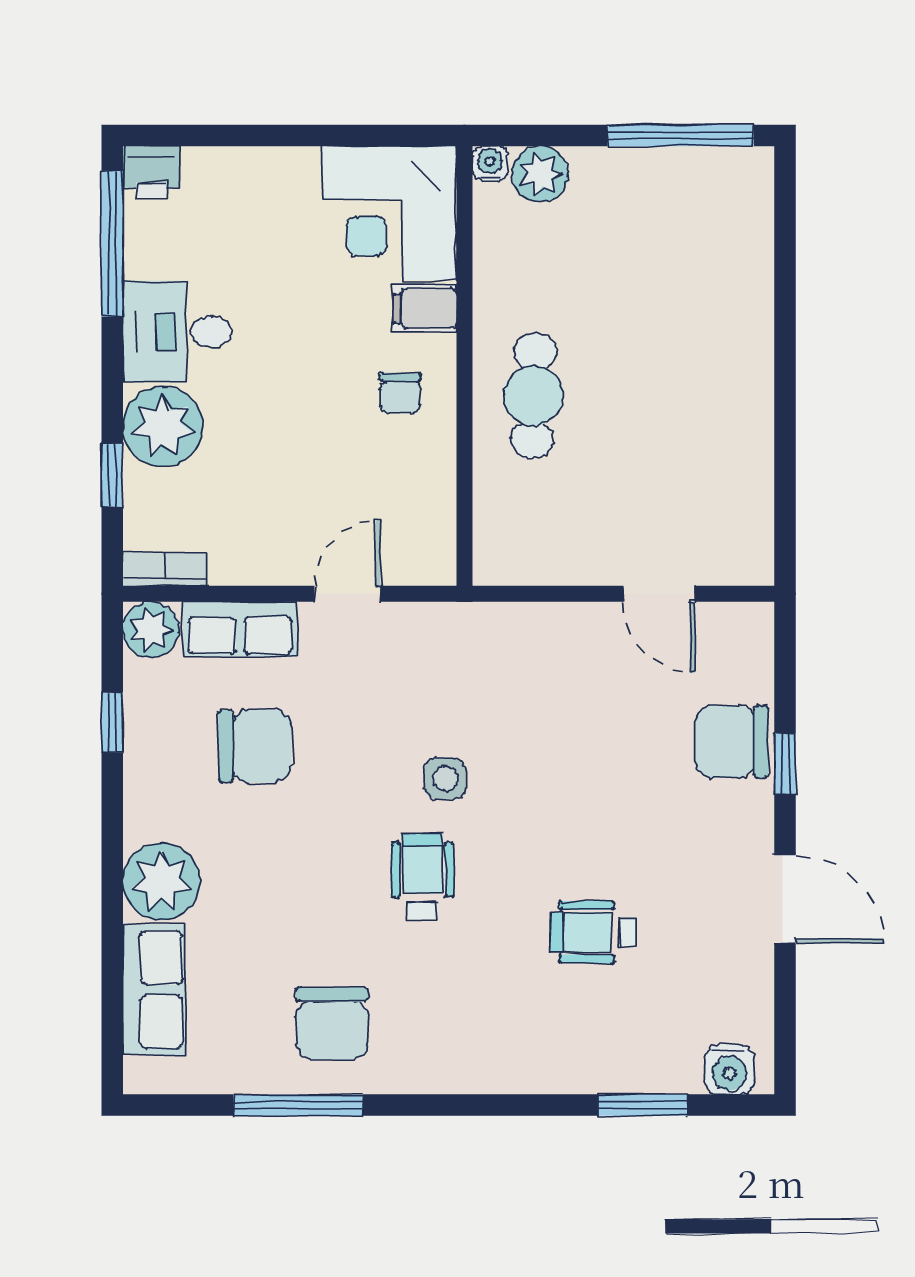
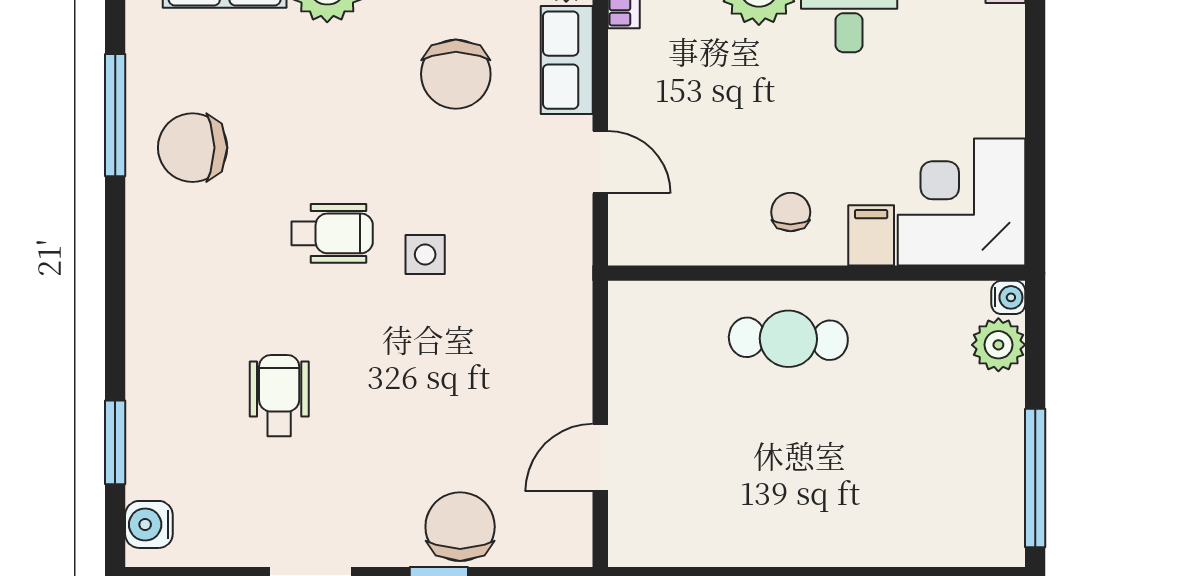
chair: (400, 393) -> (791, 212), turned 90

